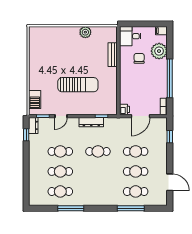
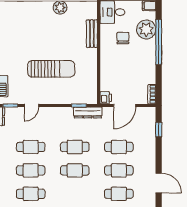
window: (170, 78) -> (159, 42), moved
dresser: (91, 122) -> (88, 113), moved
cafe table: (98, 171) -> (75, 170), added

